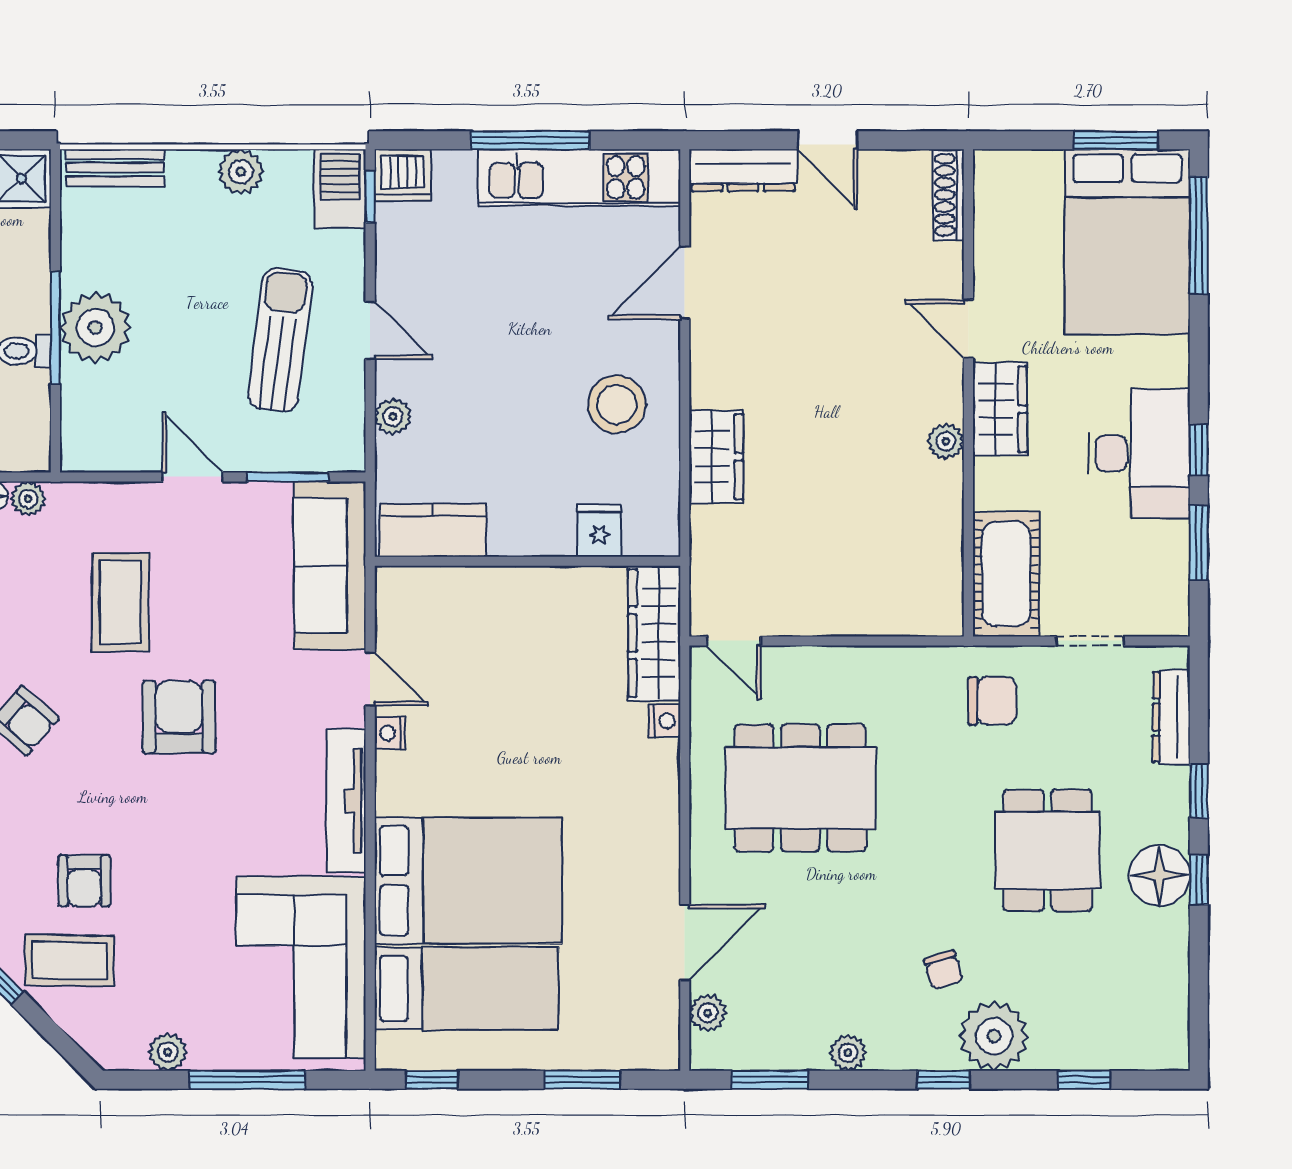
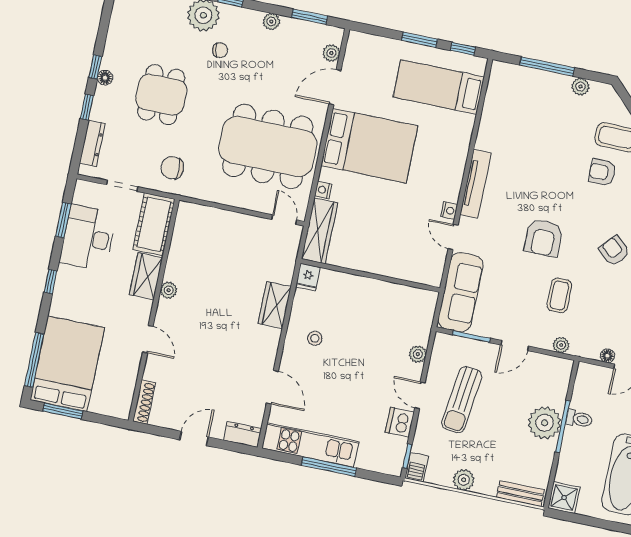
door: (827, 140) -> (194, 438), hinge flipped
dresser: (743, 170) -> (243, 434), width x0.70
dishwasher: (403, 175) -> (400, 422), moved, turned -90
barbecue: (340, 189) -> (417, 467), width x0.73, depth x0.79
door: (685, 283) -> (272, 387), hinge flipped
stool: (617, 404) -> (315, 338), width x0.53, depth x0.53
wardrobe: (1000, 409) -> (146, 276), moved
window: (1199, 450) -> (51, 282), moved
desk: (1139, 453) -> (88, 238), moved
door: (193, 477) -> (515, 346), hinge flipped
plant: (28, 499) -> (561, 345), moved
kitchen counter: (433, 530) -> (410, 299), removed
fridge: (599, 531) -> (308, 277), moved
coffee table: (120, 602) -> (559, 295), width x0.73, depth x0.77
dining table: (800, 788) -> (268, 146), width x1.36, depth x1.24
floor lamp: (1159, 876) -> (105, 78), width x0.53, depth x0.53
bed: (468, 880) -> (369, 146), moved, turned 180
armchair: (84, 881) -> (602, 172), turned -90
corner sofa: (301, 967) -> (512, 112), removed
chair: (943, 970) -> (220, 50), turned 96
window: (582, 1080) -> (420, 40), moved

